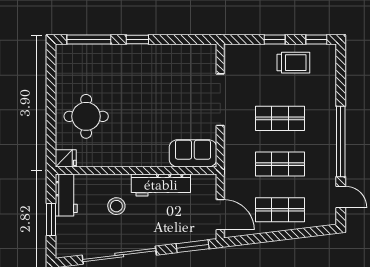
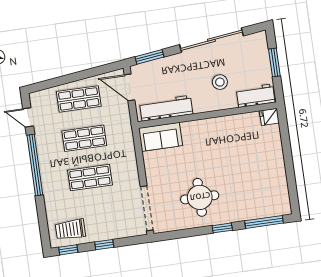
trolley: (293, 63) -> (70, 229), moved
doorway: (220, 100) -> (147, 208), moved
round table: (86, 116) -> (200, 197), moved
workbench: (161, 185) -> (166, 108), moved
workbench: (66, 195) -> (256, 96), moved, turned 90

